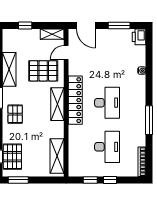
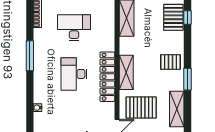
pallet: (15, 114) -> (171, 62), turned 90
desk: (107, 147) -> (74, 28), turned 90

